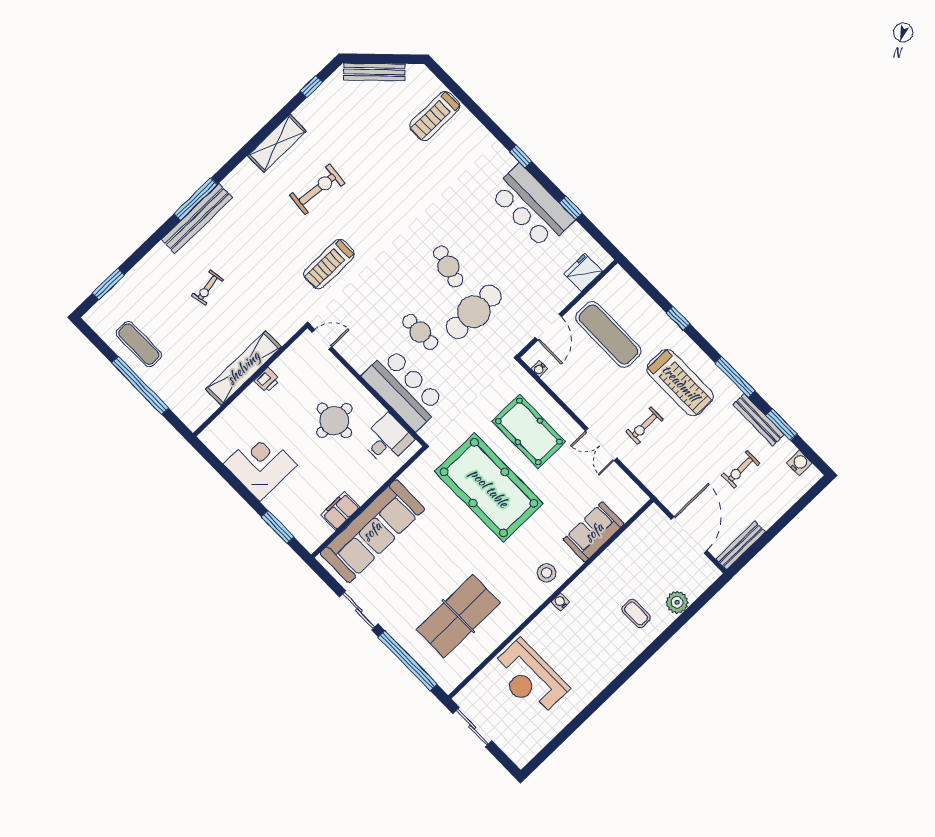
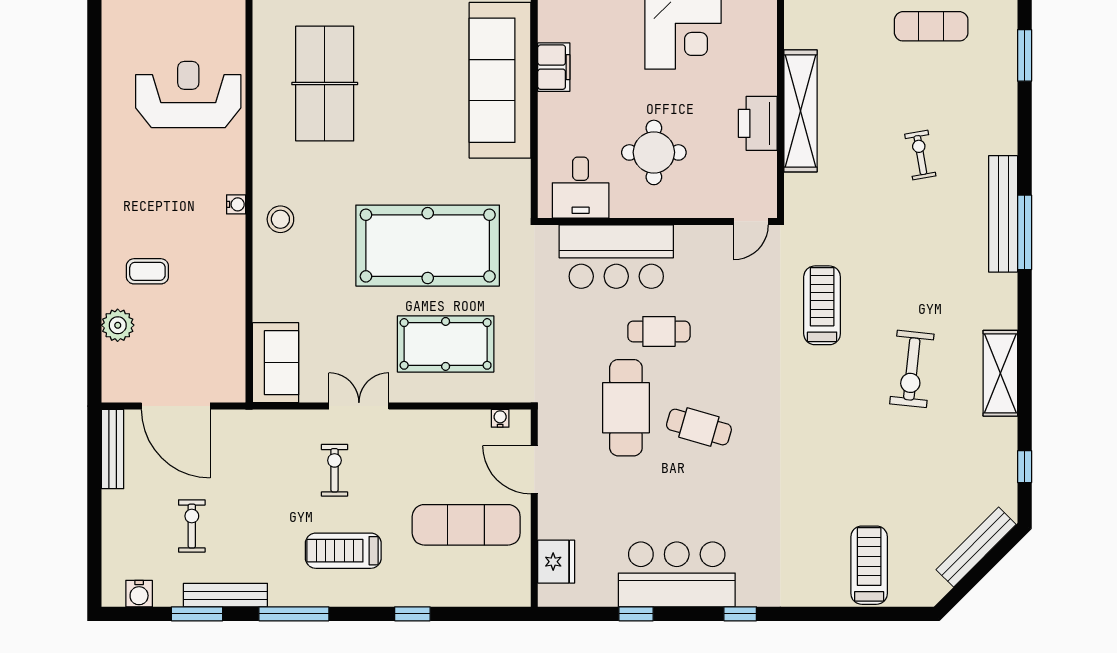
printer: (267, 380) -> (758, 123), width x1.87, depth x1.48
treadmill: (680, 383) -> (343, 551), width x0.73, depth x0.73
sofa: (594, 532) -> (276, 363), moved

